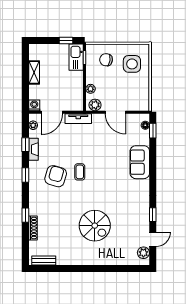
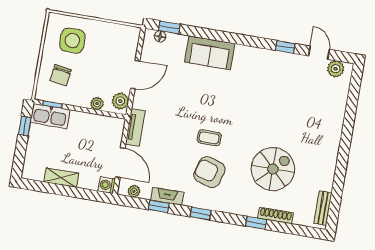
spiral stairs: (95, 226) -> (273, 169), moved

